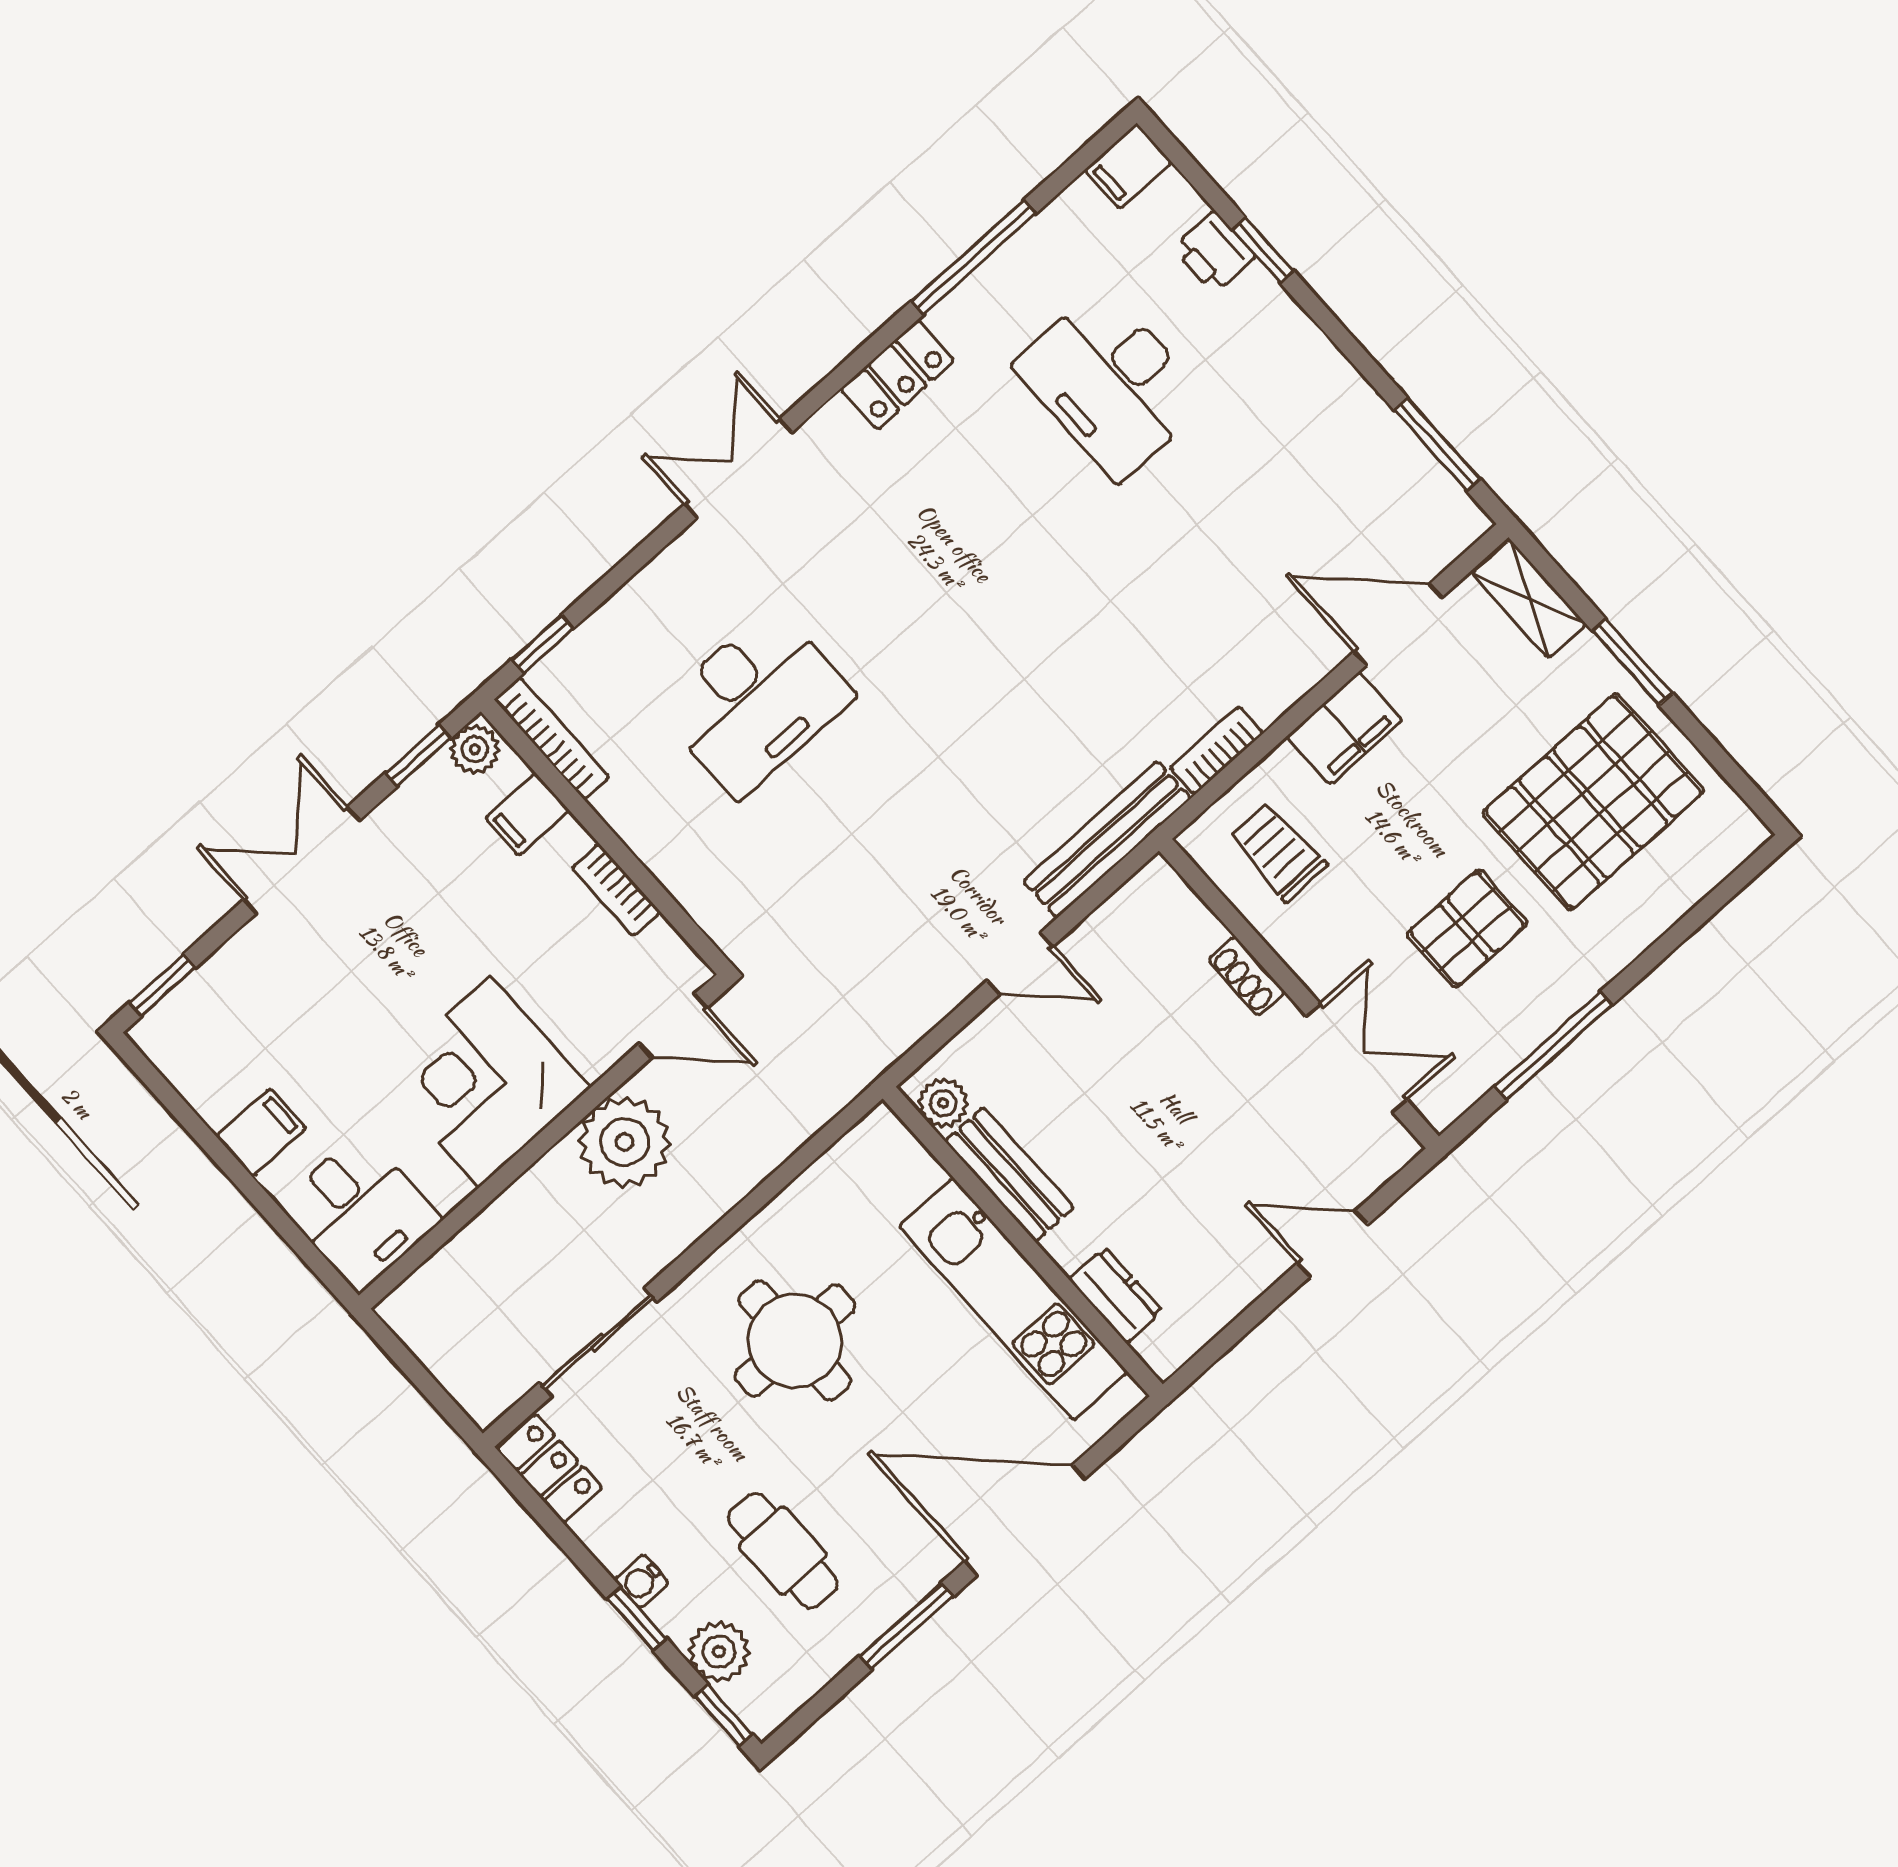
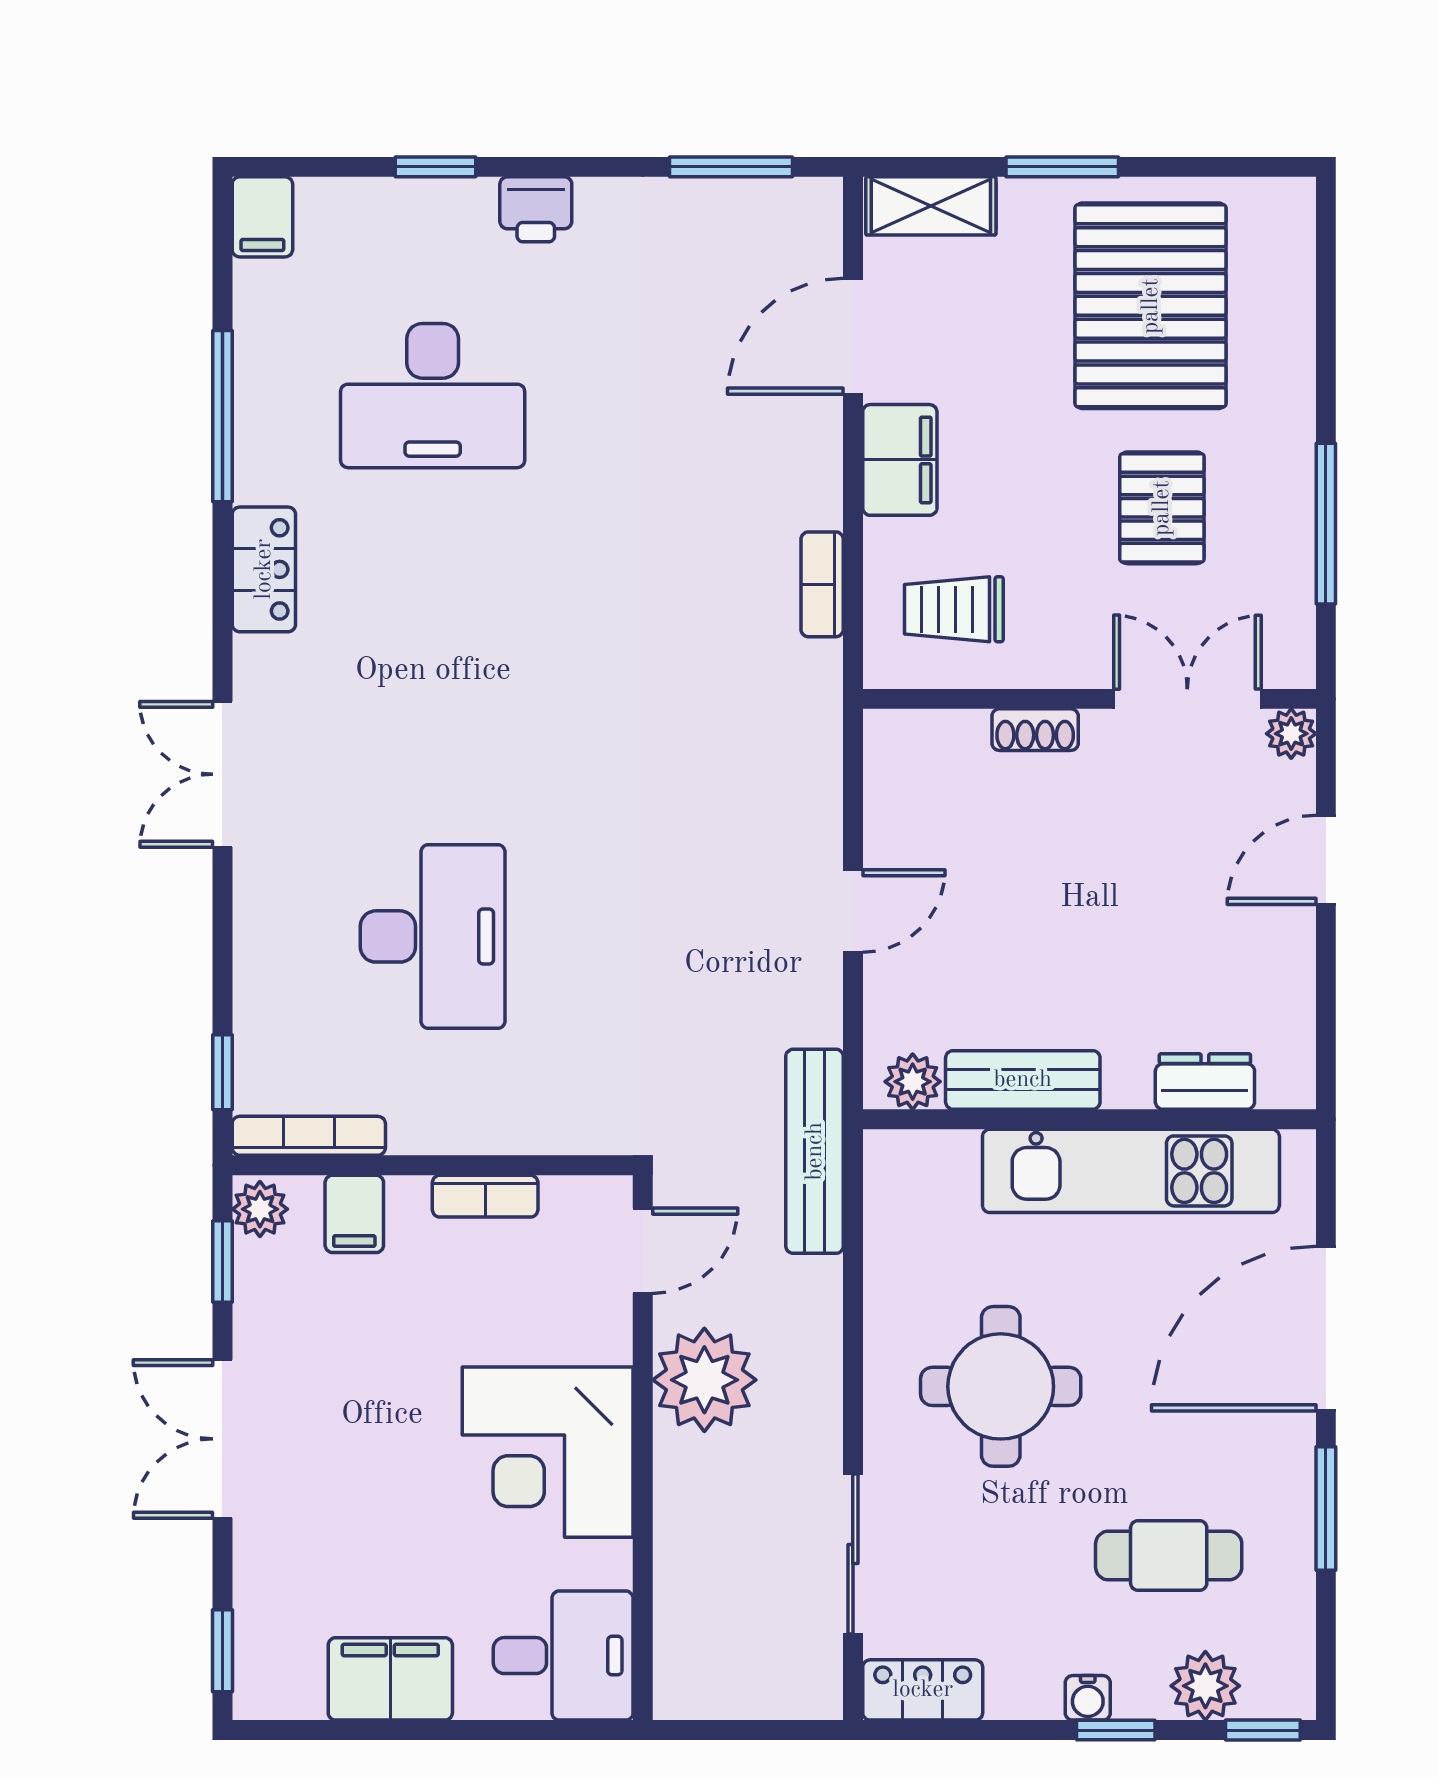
printer: (1214, 252) -> (536, 209), moved
bench: (1107, 840) -> (815, 1151), moved
filing cabinet: (261, 1132) -> (390, 1679), width x2.00
plant: (1395, 1147) -> (1291, 734), added

